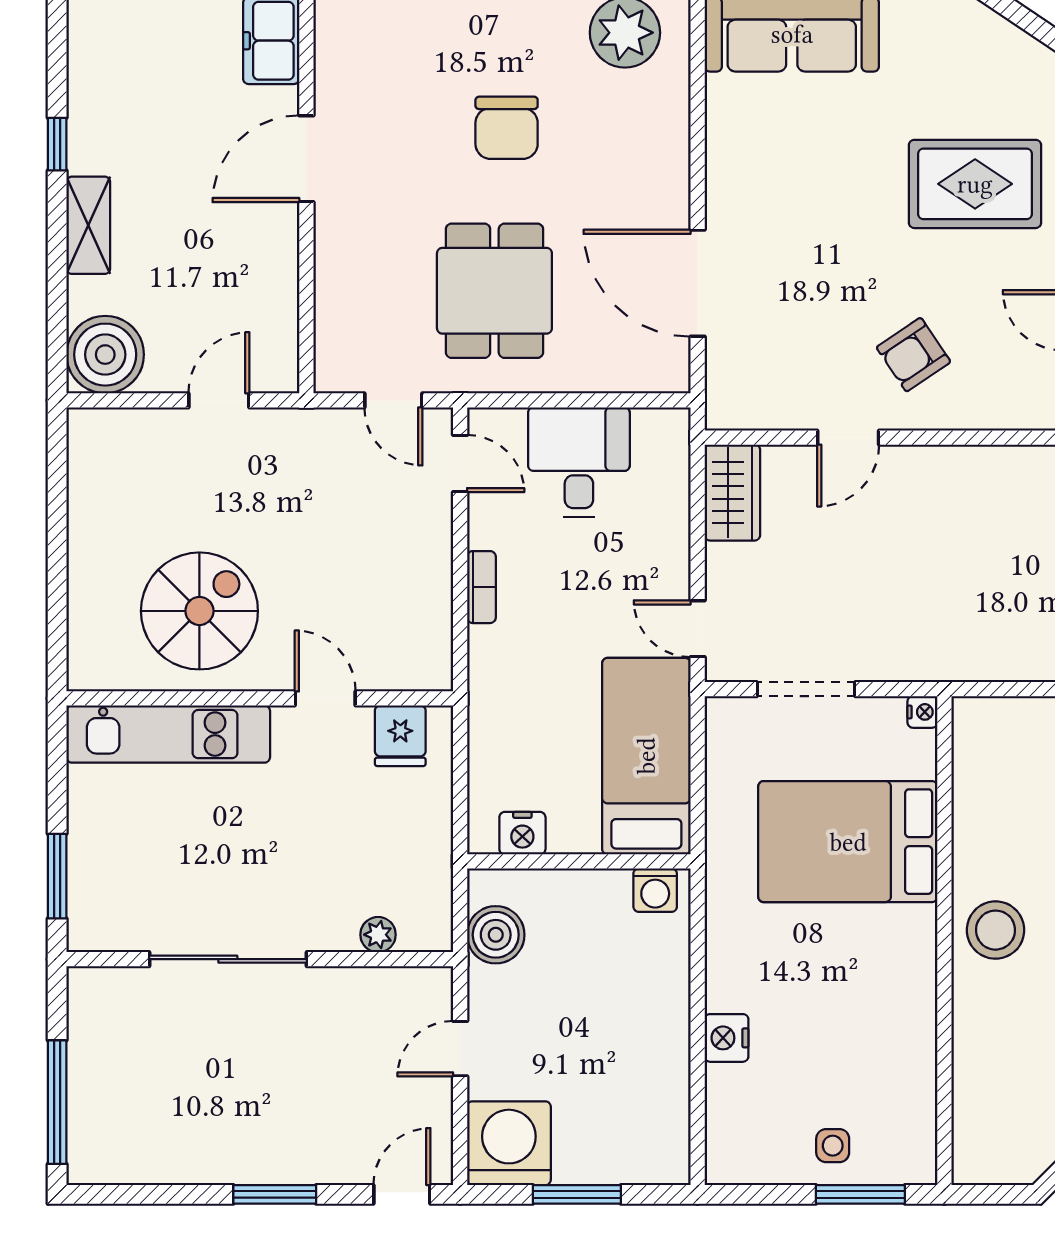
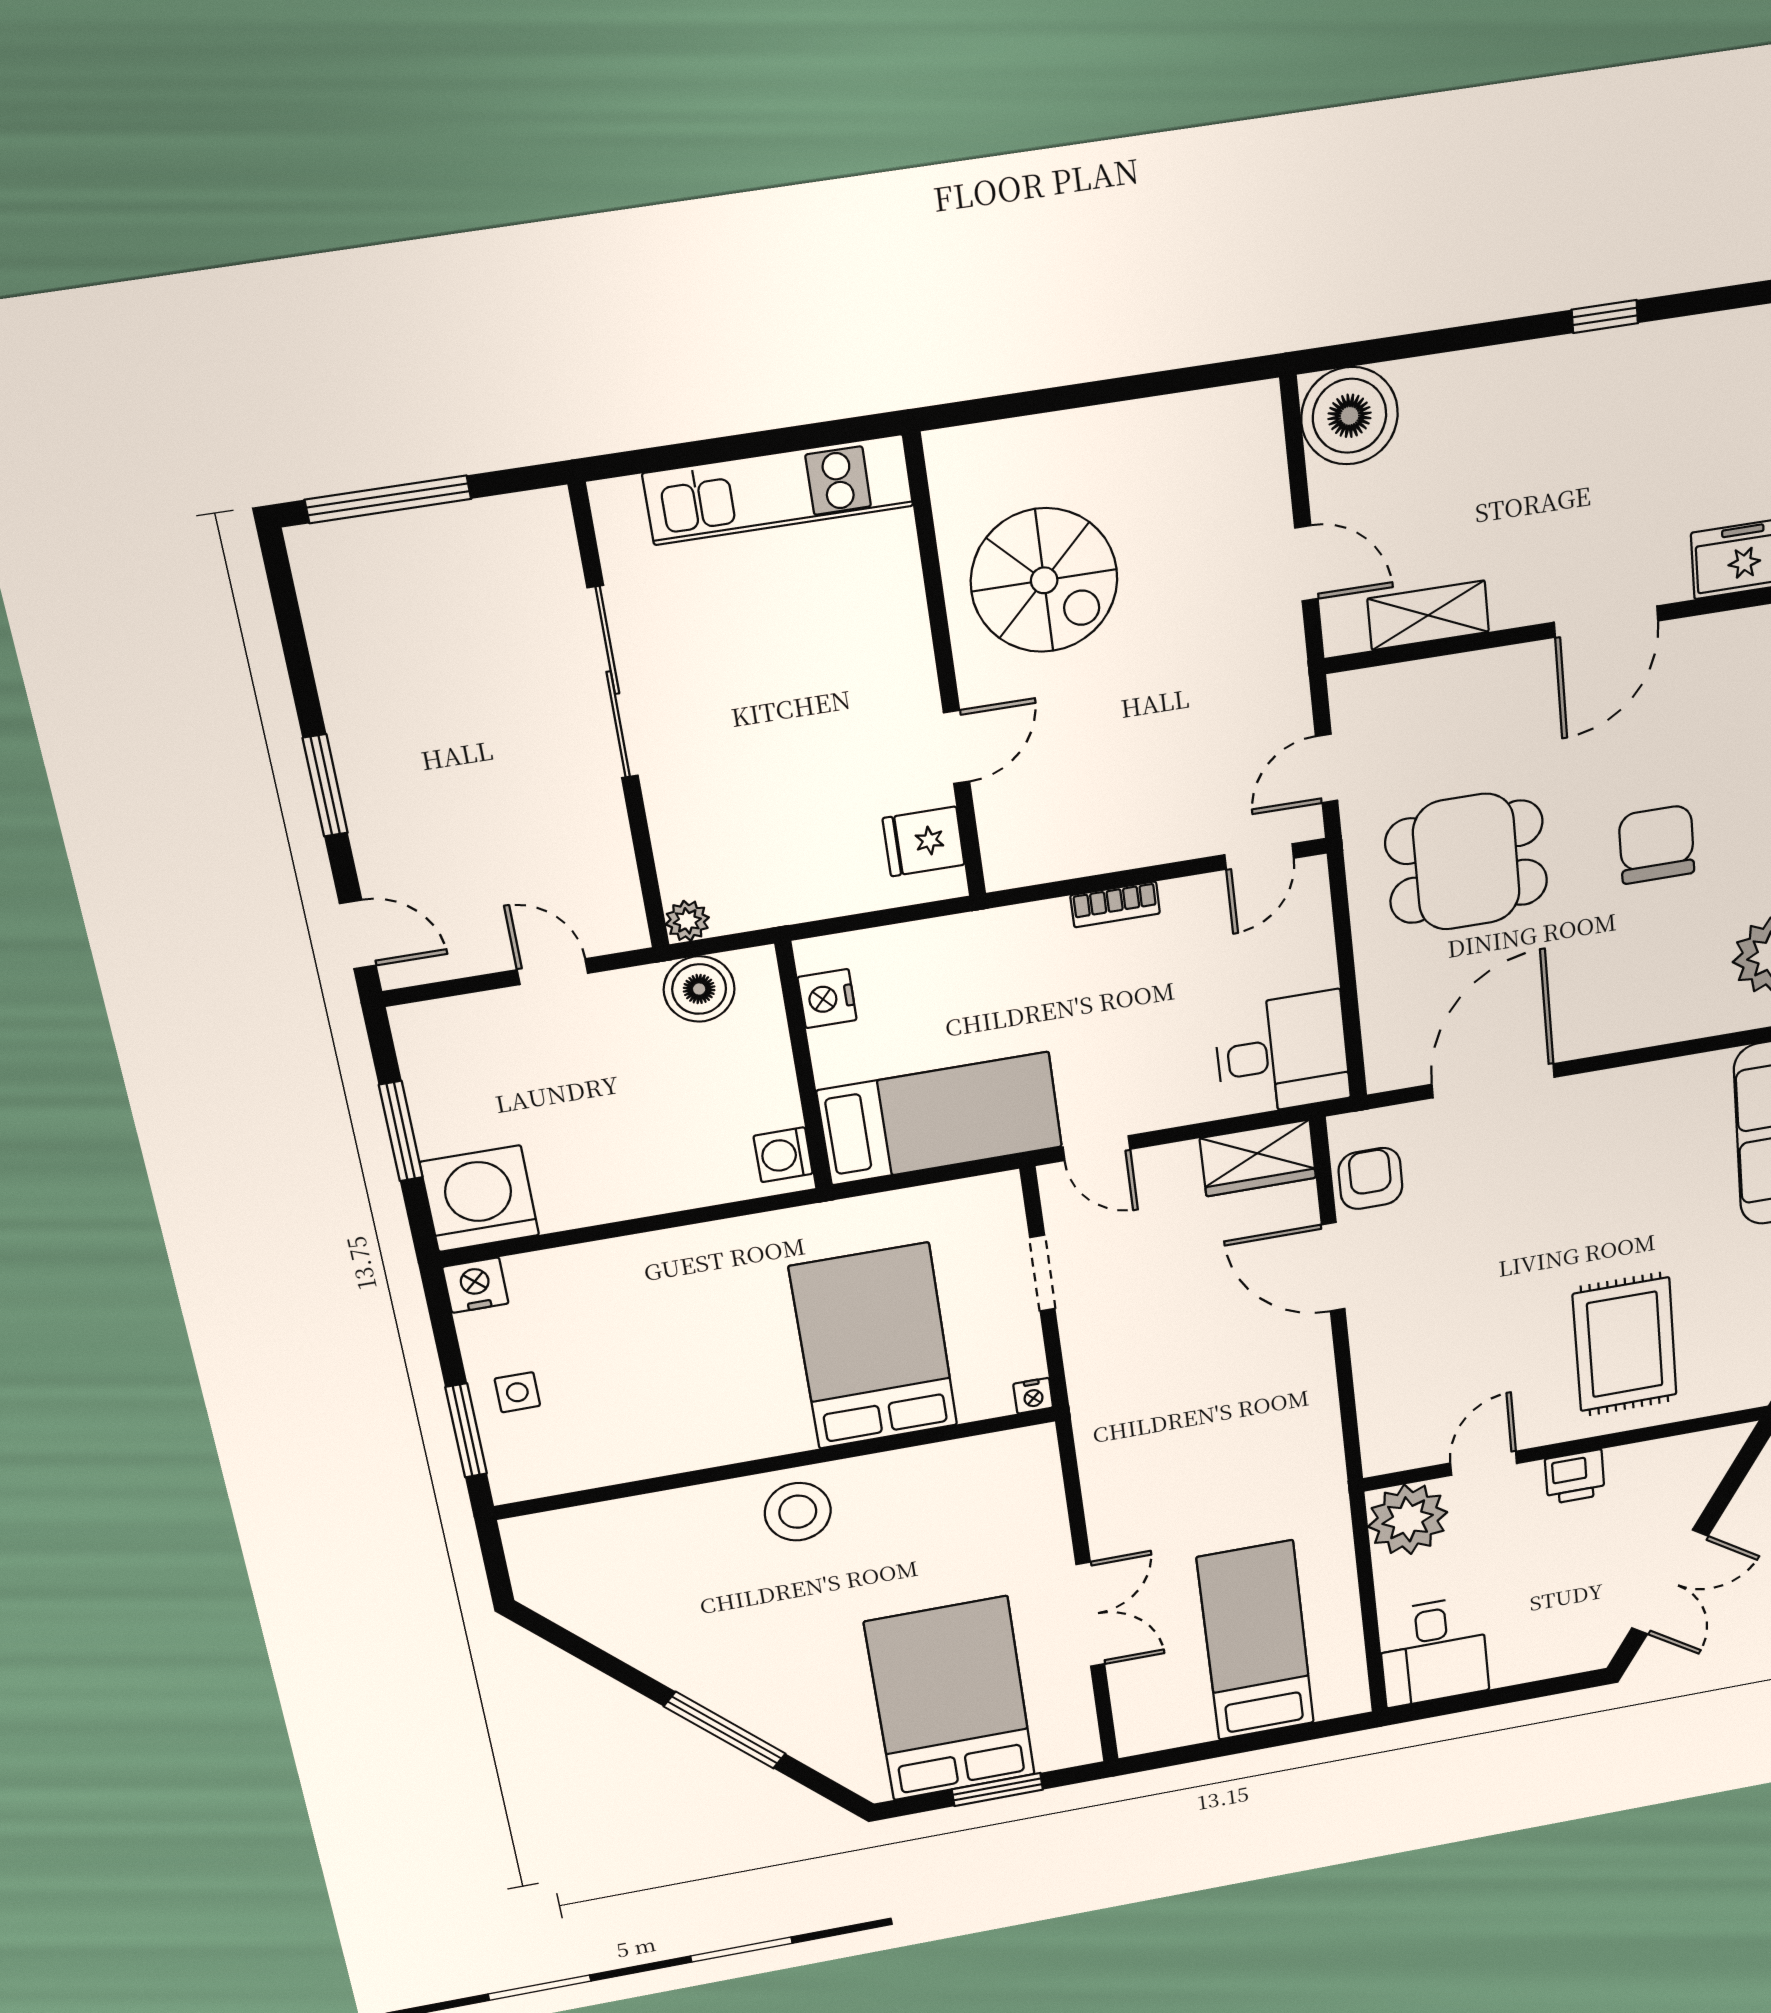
chair: (507, 128) -> (1657, 844), turned 90
door: (306, 159) -> (1606, 622), swing flipped
shelving: (88, 225) -> (1428, 615), moved
armchair: (913, 355) -> (1370, 1178), moved, turned 34
door: (848, 438) -> (1333, 1267), width x1.38
desk: (579, 462) -> (1282, 1054), moved
door: (698, 629) -> (1096, 1148), swing flipped
doorway: (806, 689) -> (1042, 1273), width x0.73
kitchen unit: (168, 734) -> (778, 490), moved, turned -90
window: (57, 876) -> (682, 455), removed
plant: (378, 935) -> (687, 921), moved
nightstand: (726, 1038) -> (475, 1285), moved
washing machine: (509, 1143) -> (480, 1199), moved, turned -90

